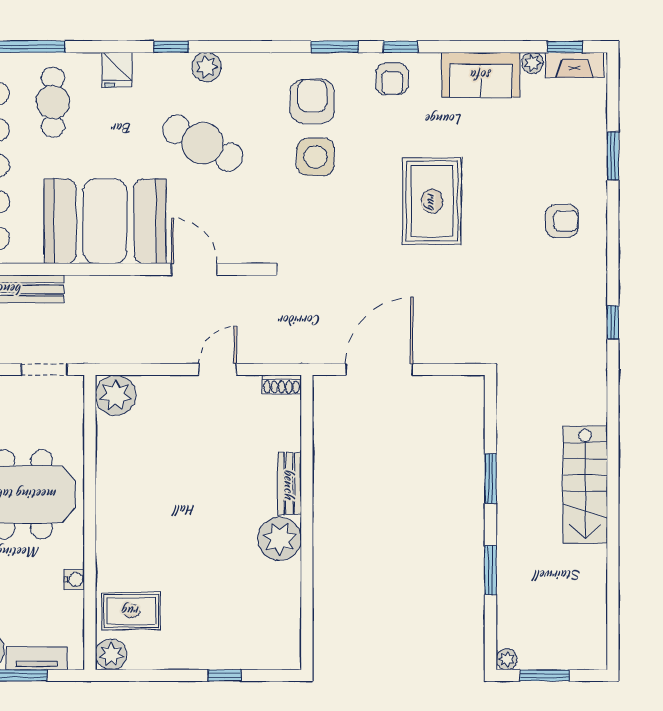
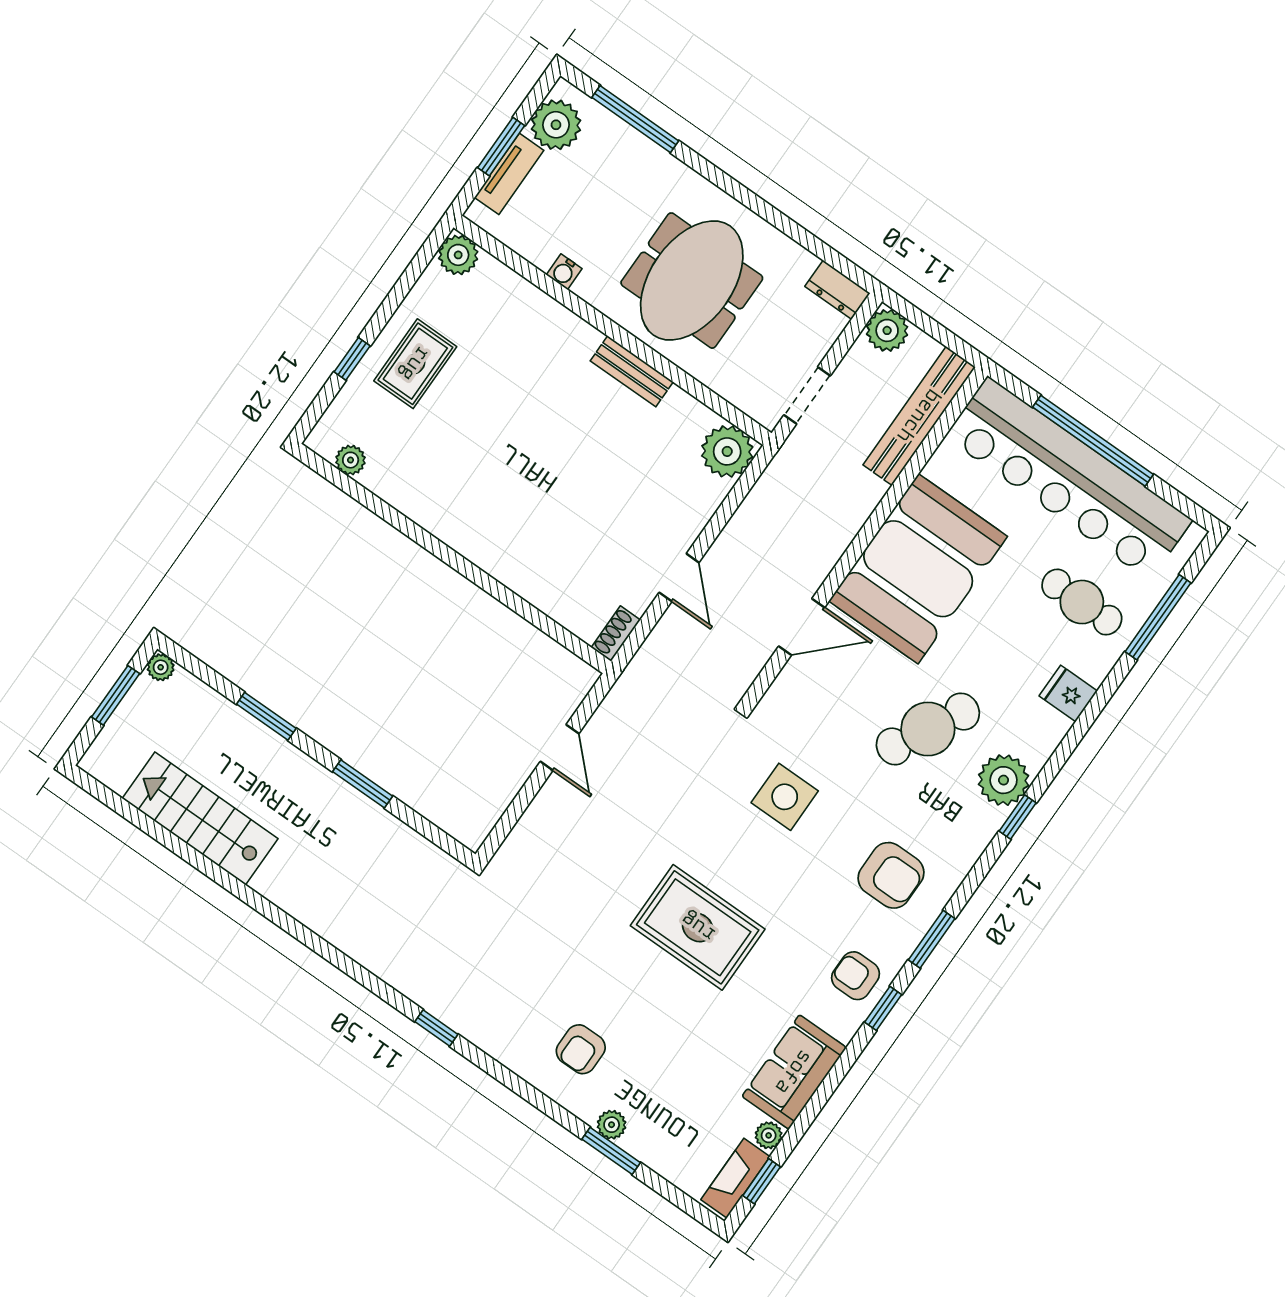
window: (171, 47) -> (1018, 817), moved
plant: (207, 67) -> (1004, 780), width x1.36, depth x1.36
side table: (316, 157) -> (785, 797), moved
plant: (596, 168) -> (612, 1125), added
door: (379, 369) -> (560, 748), width x0.53
bench: (289, 484) -> (632, 371), moved
stairs: (585, 485) -> (200, 818), moved
plant: (280, 539) -> (351, 460), moved, width x0.53, depth x0.53
rug: (131, 611) -> (415, 364), moved

